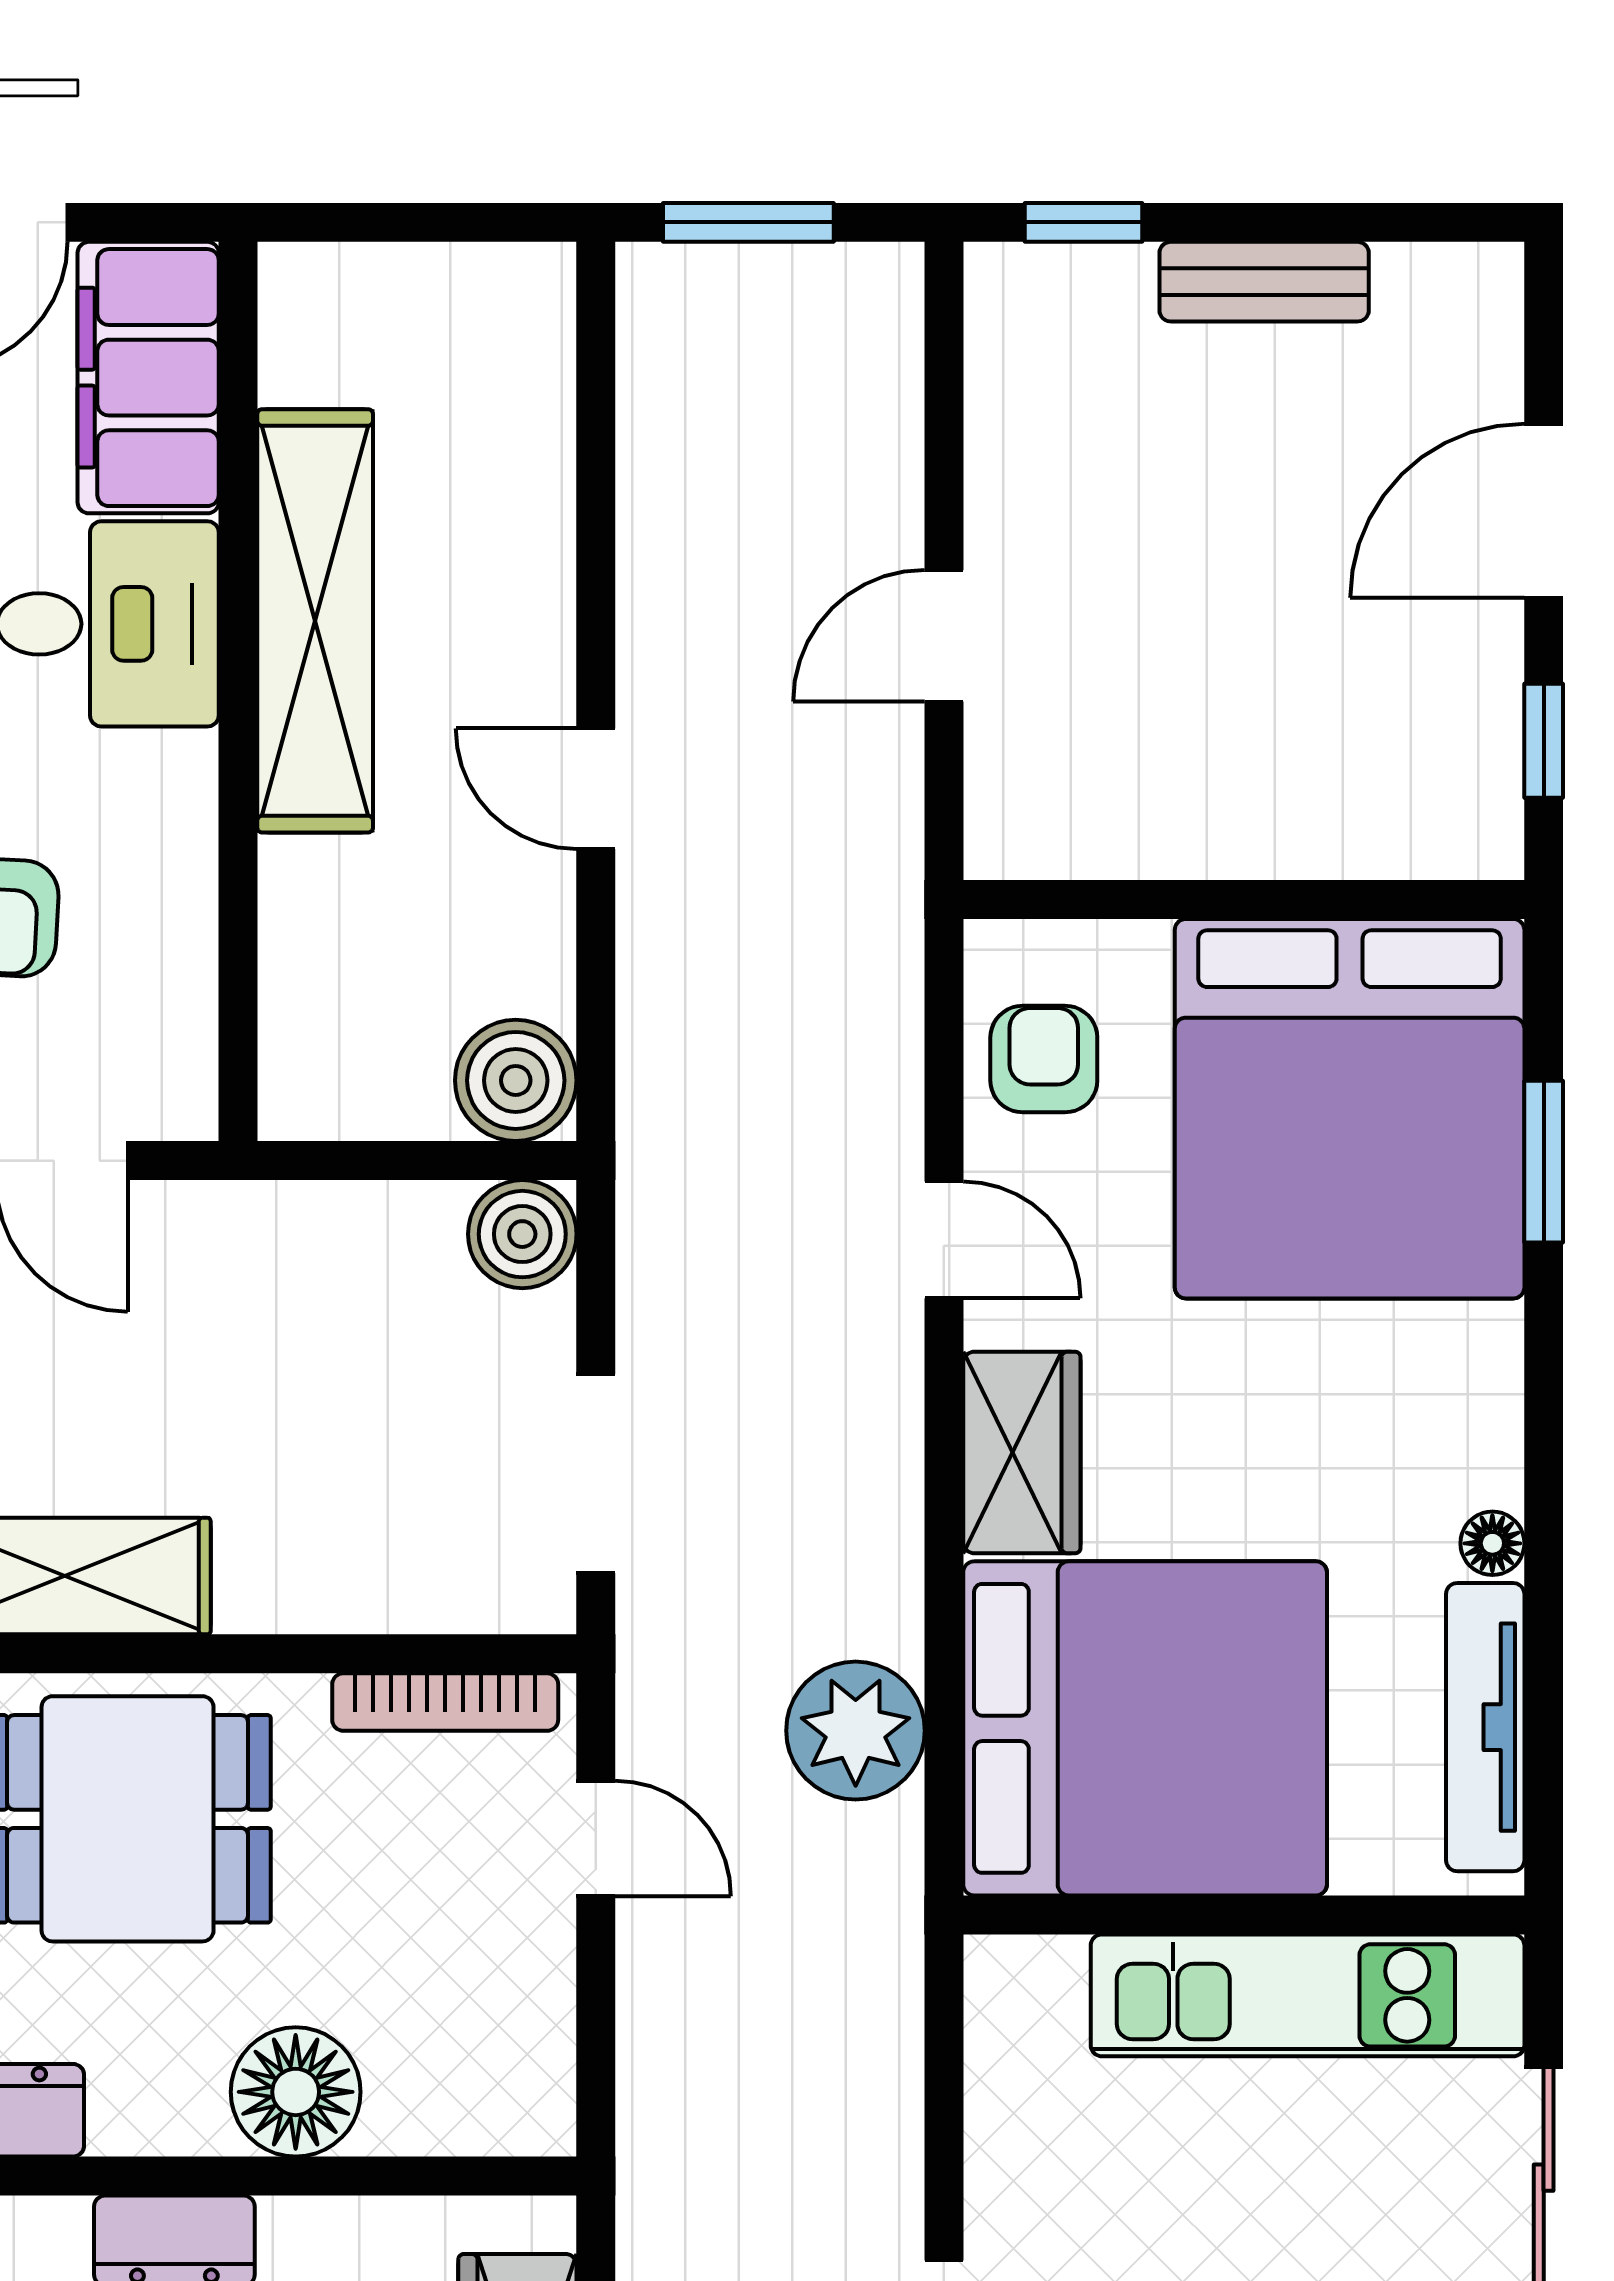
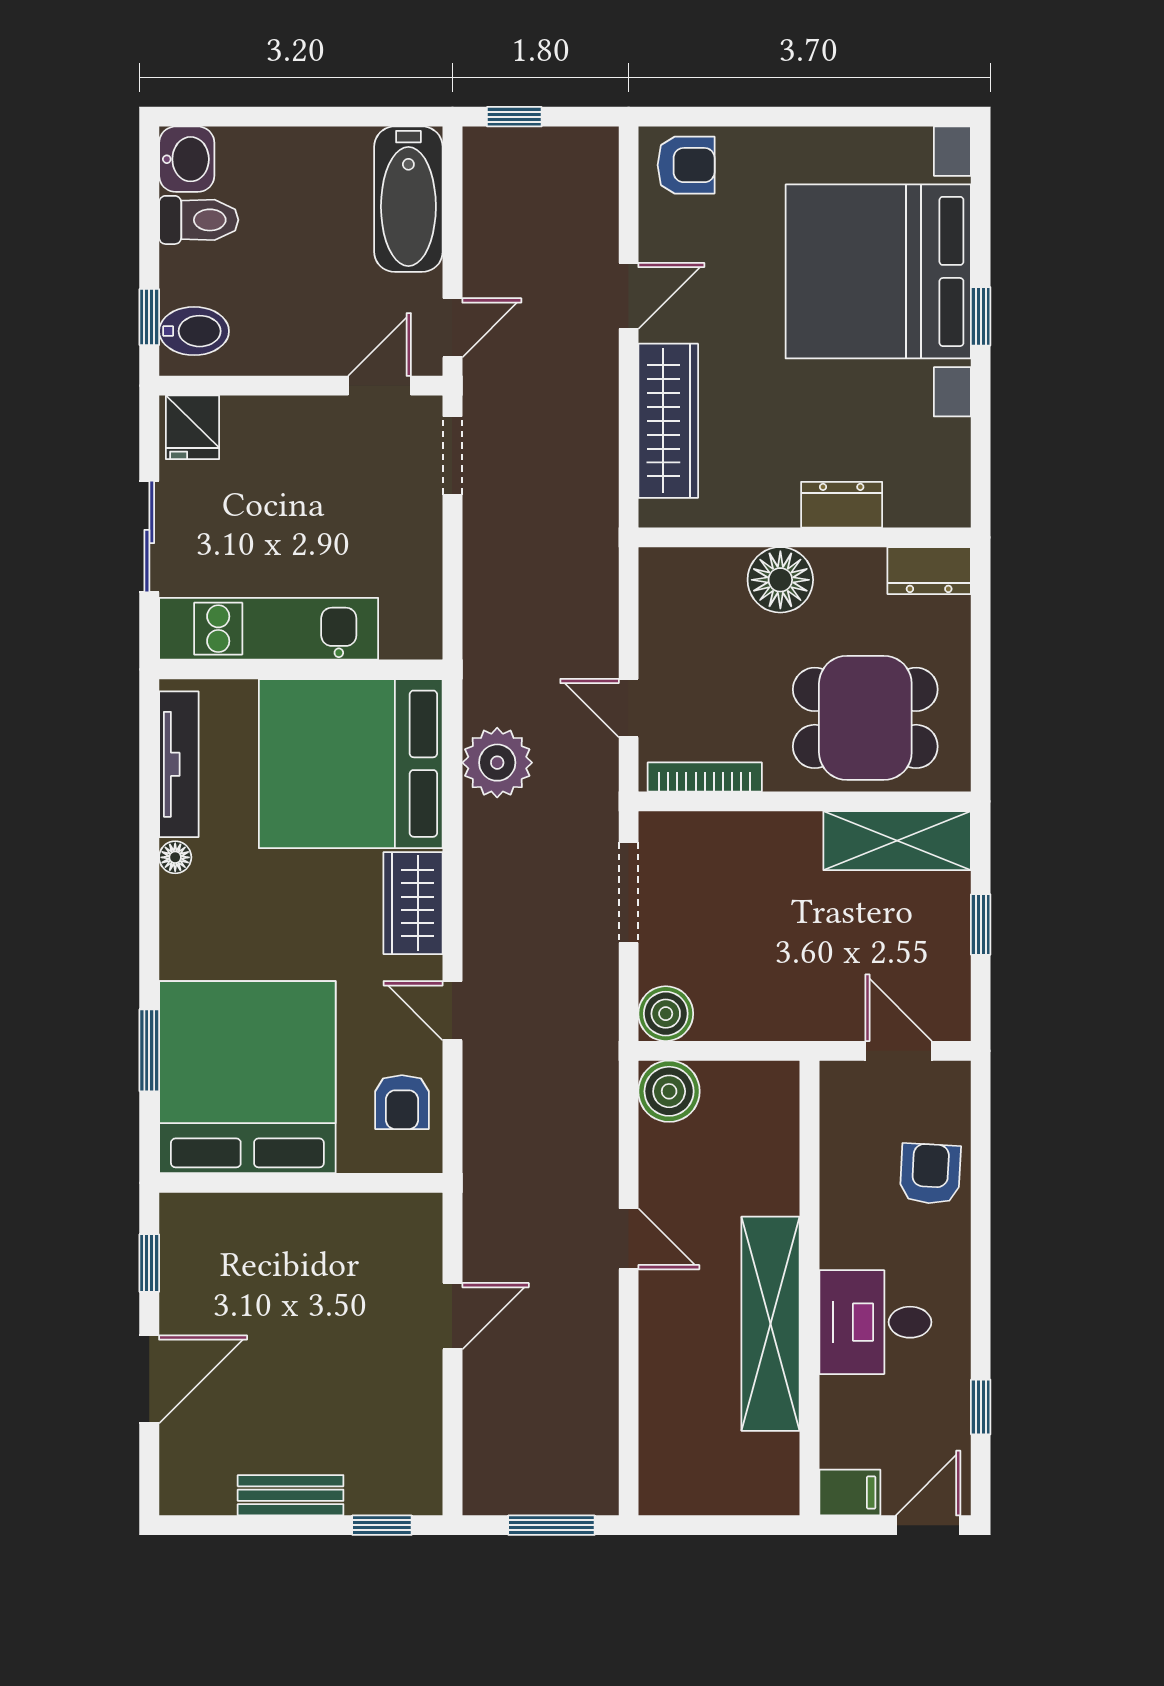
filing cabinet: (148, 378) -> (850, 1493), width x0.33, depth x0.86

